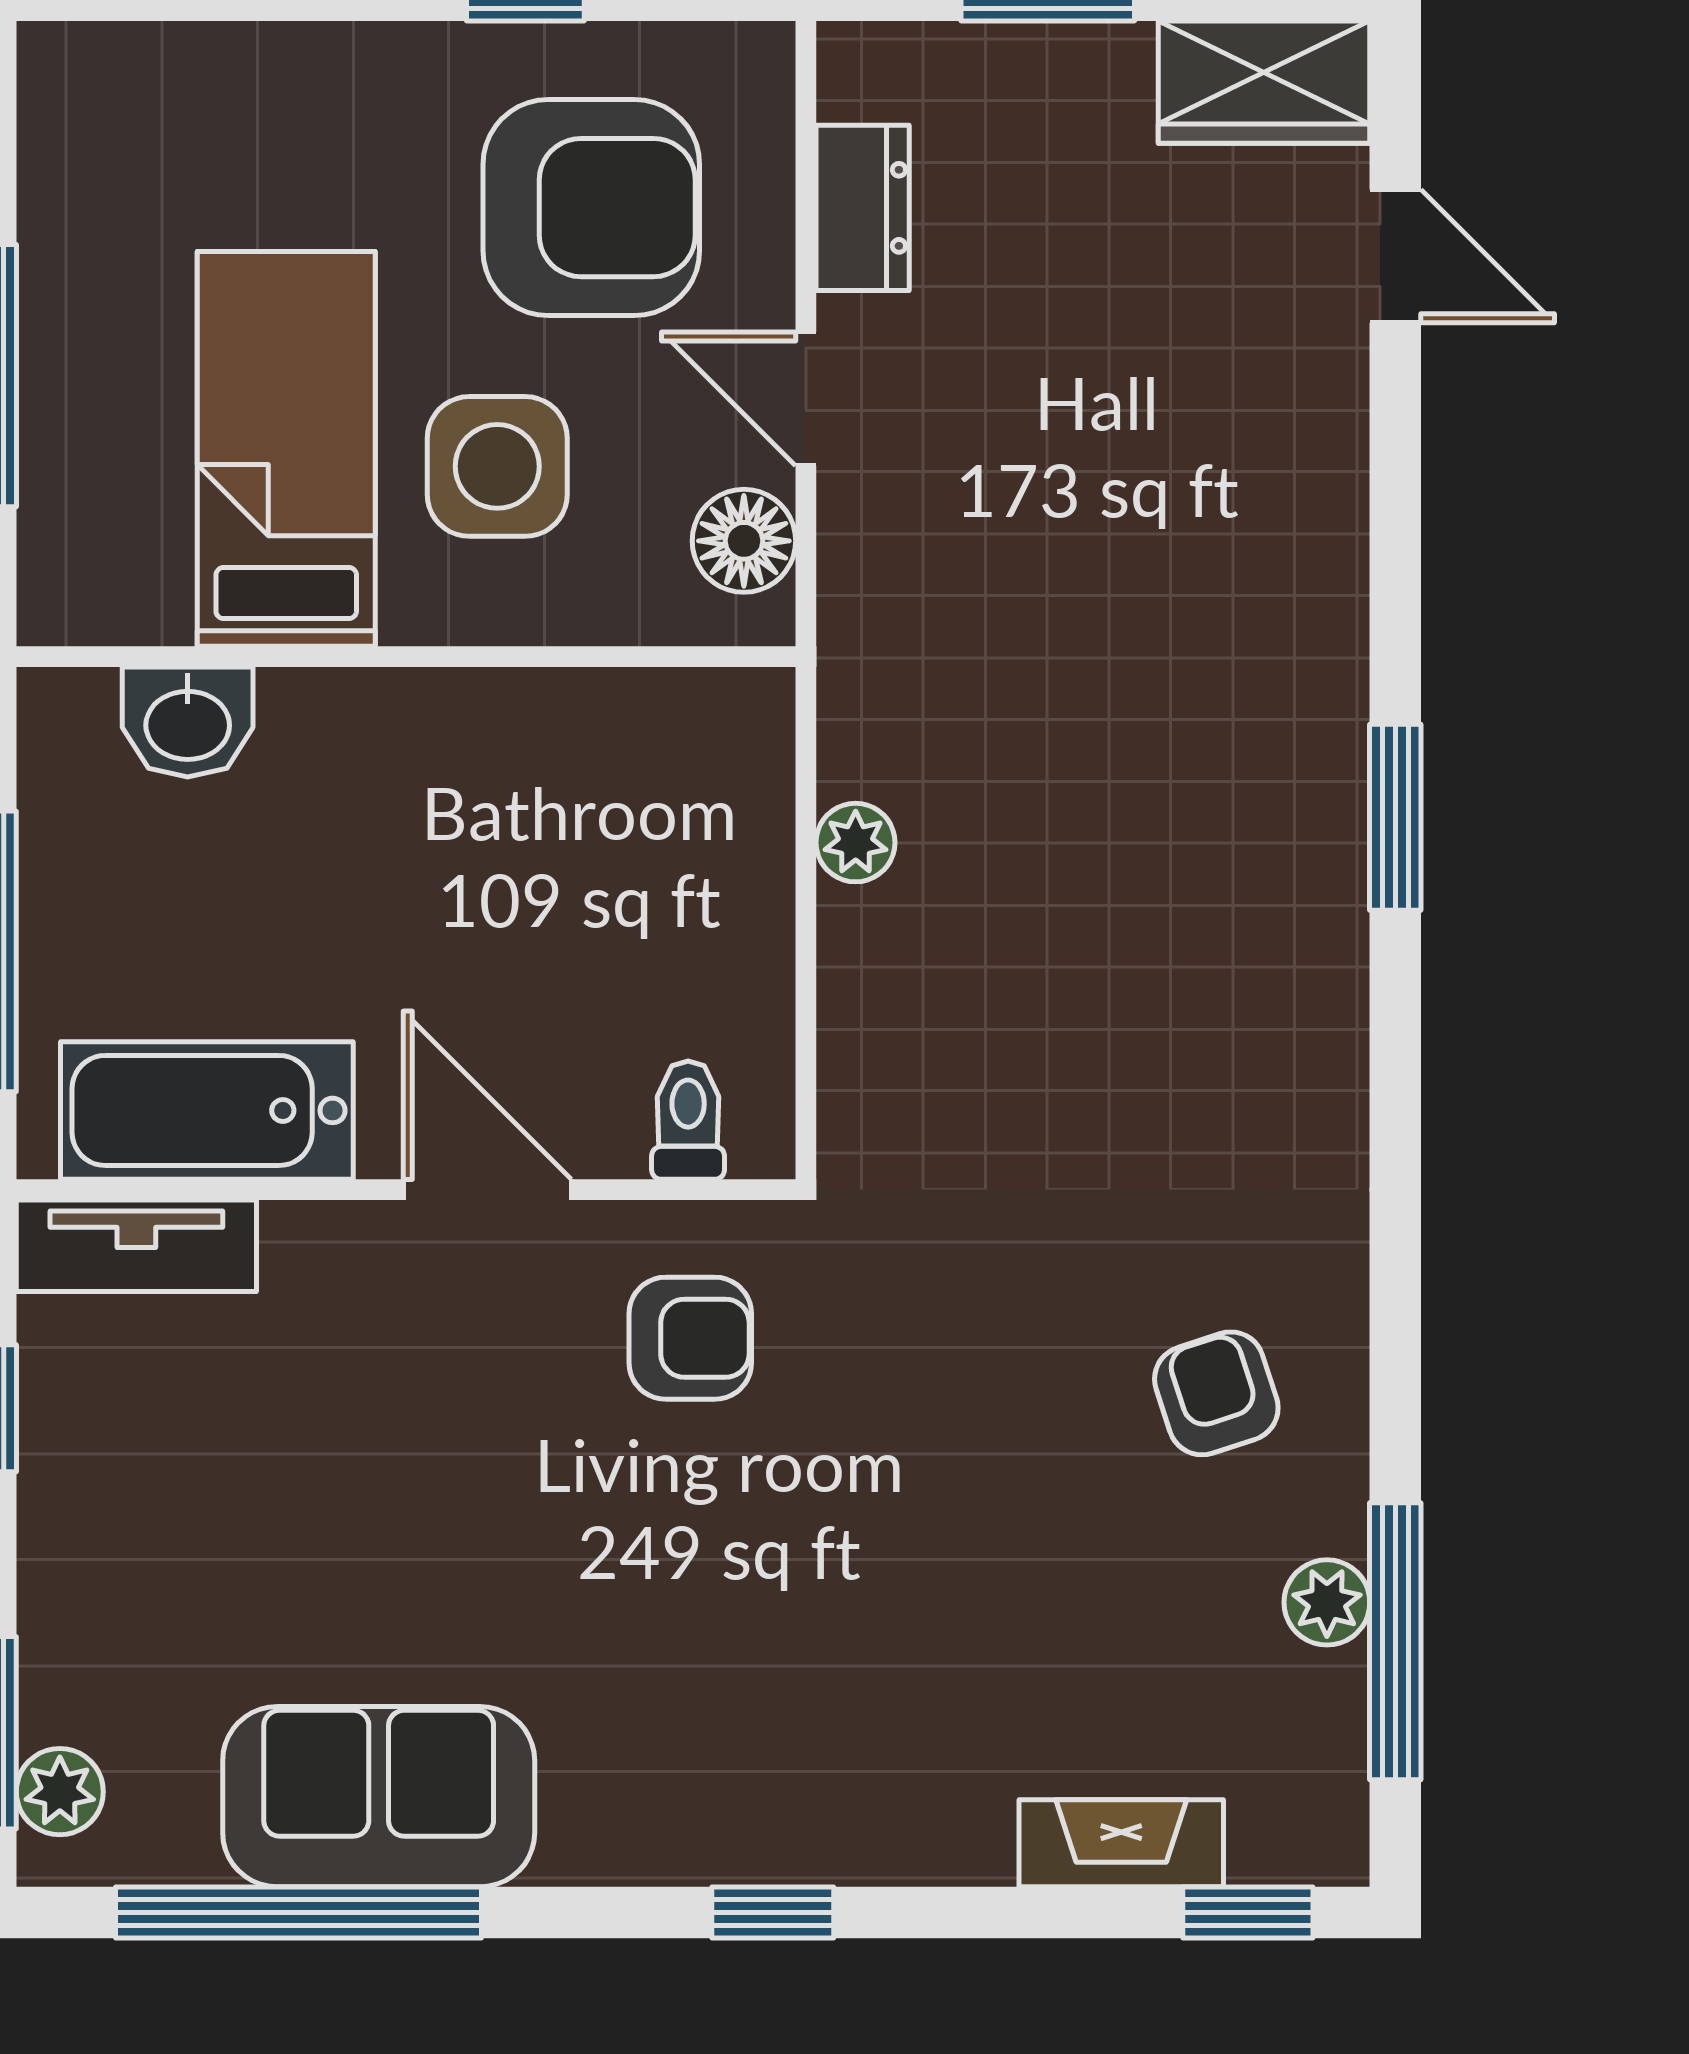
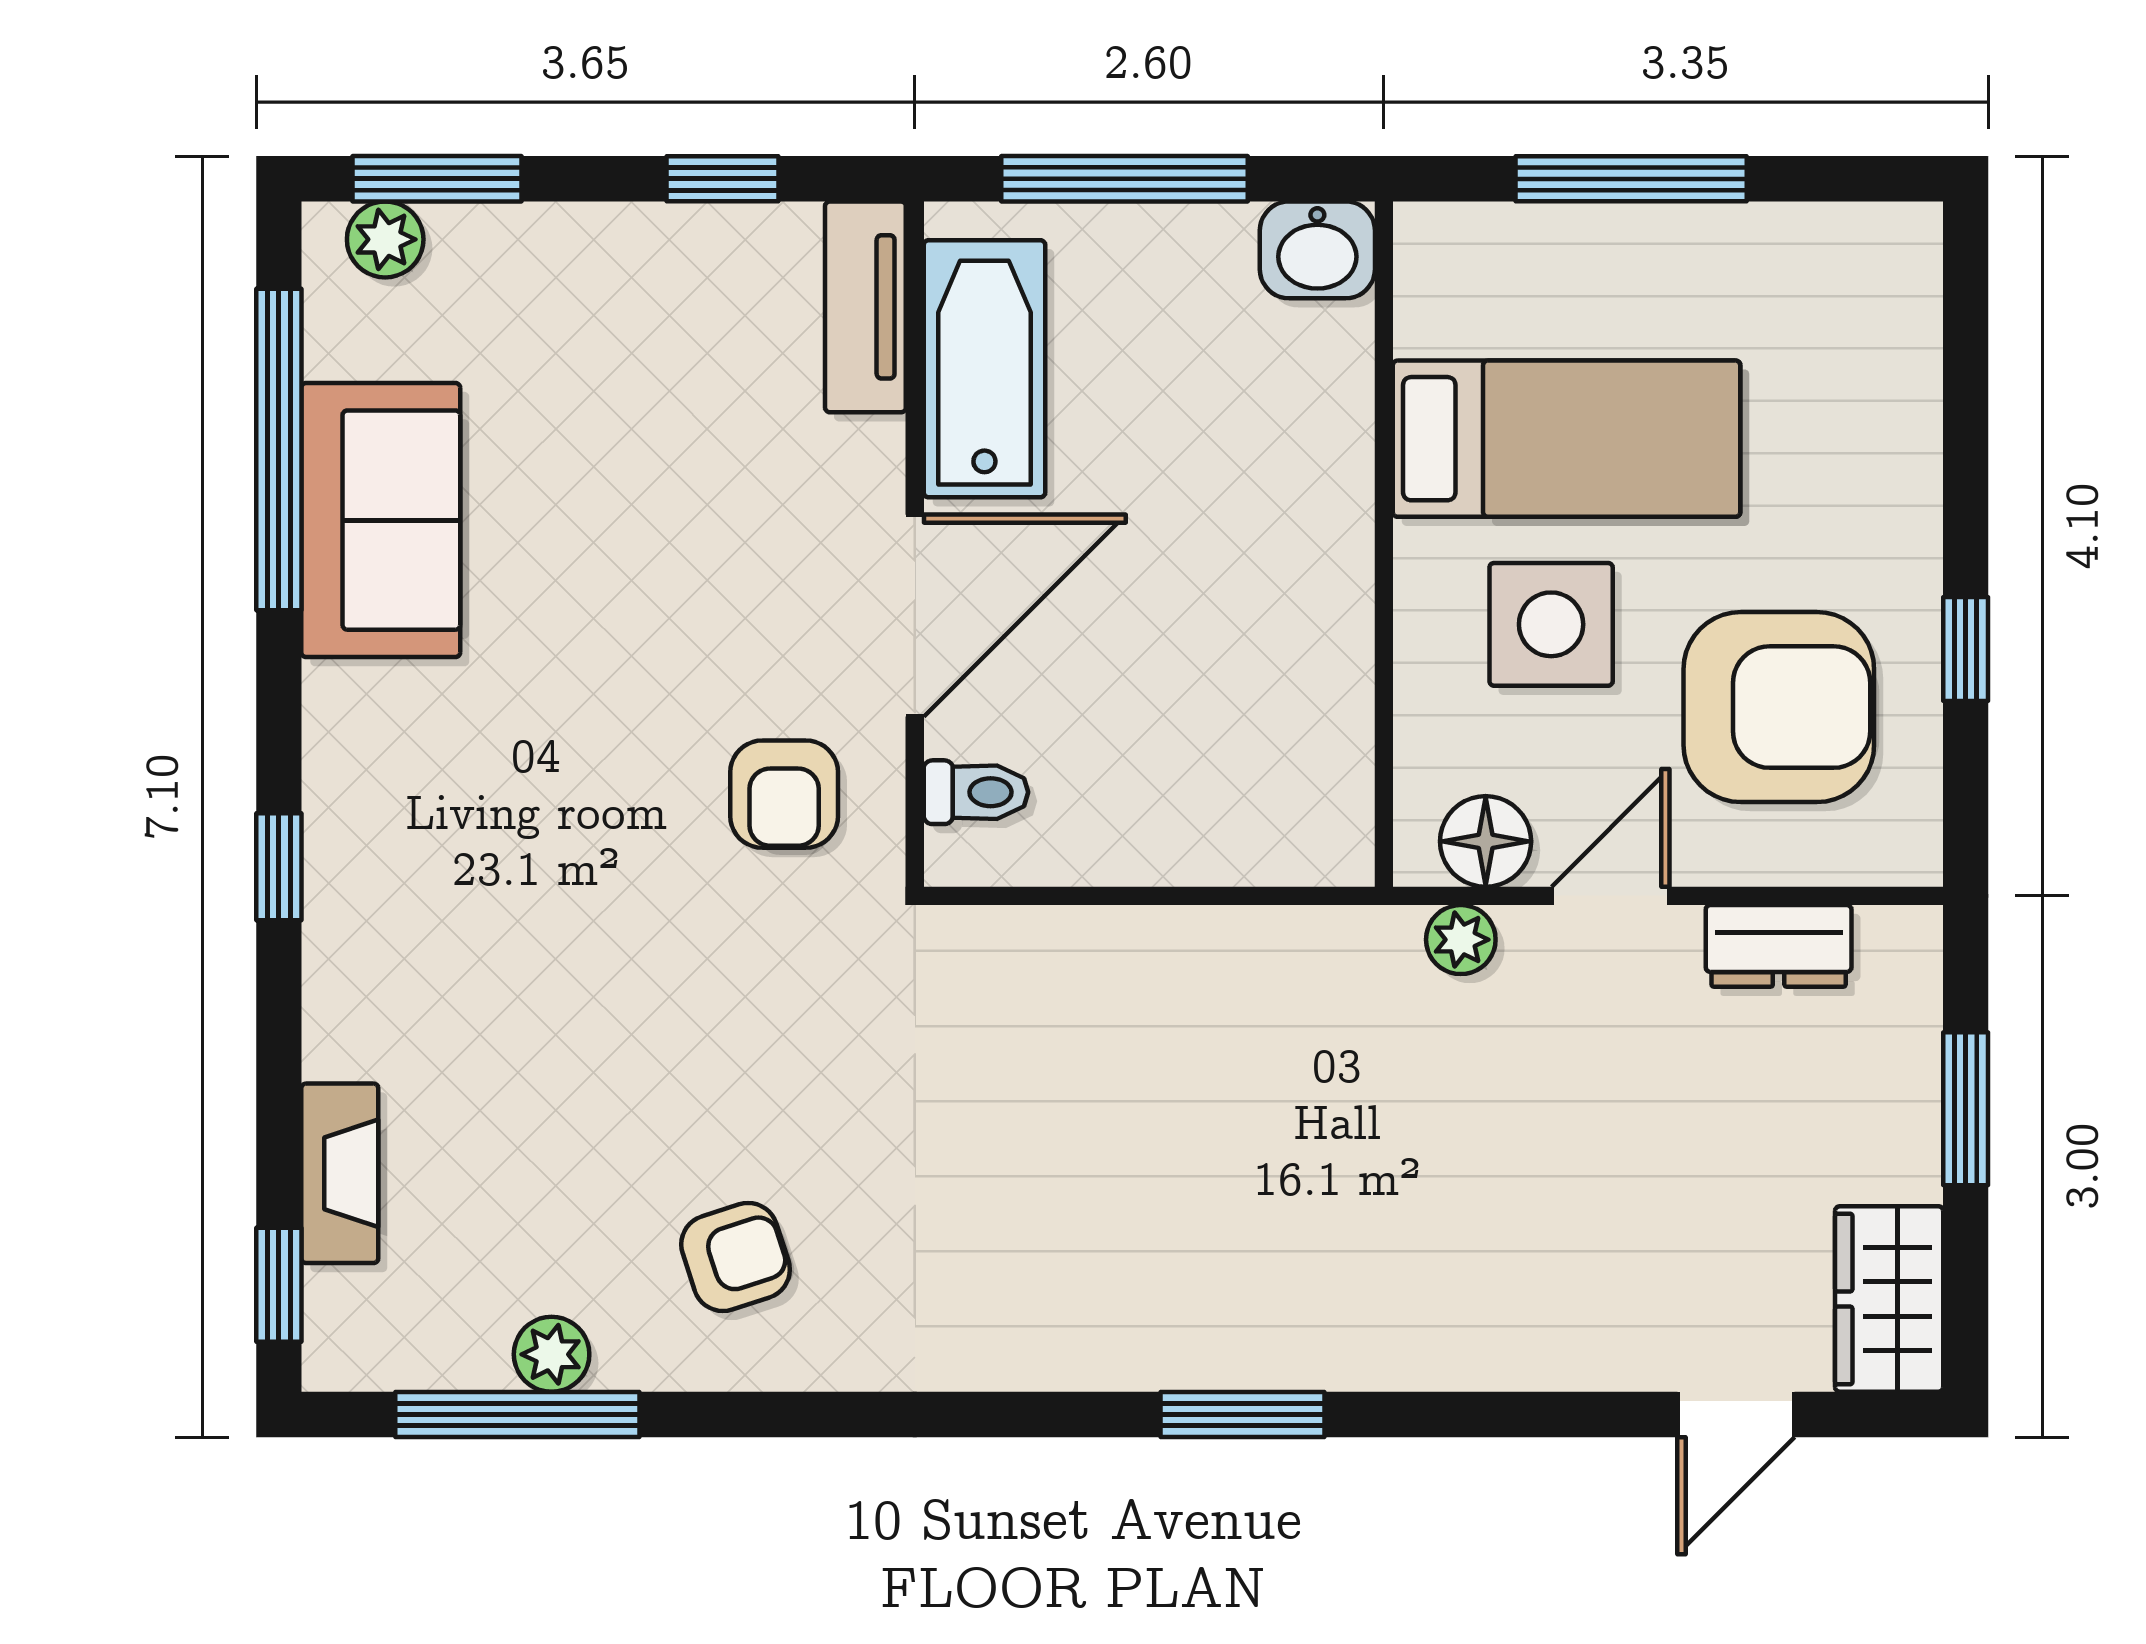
armchair: (591, 208) -> (1779, 707), turned -90
washbasin: (188, 722) -> (1317, 250), moved, turned -90
plant: (856, 843) -> (1461, 940), moved
door: (487, 1190) -> (915, 616), width x1.36

